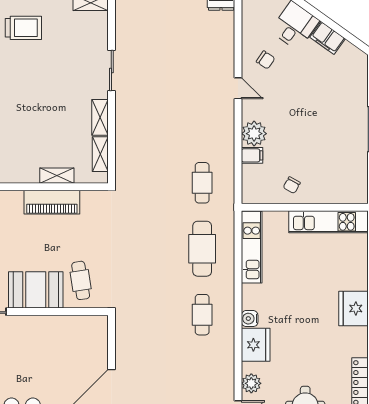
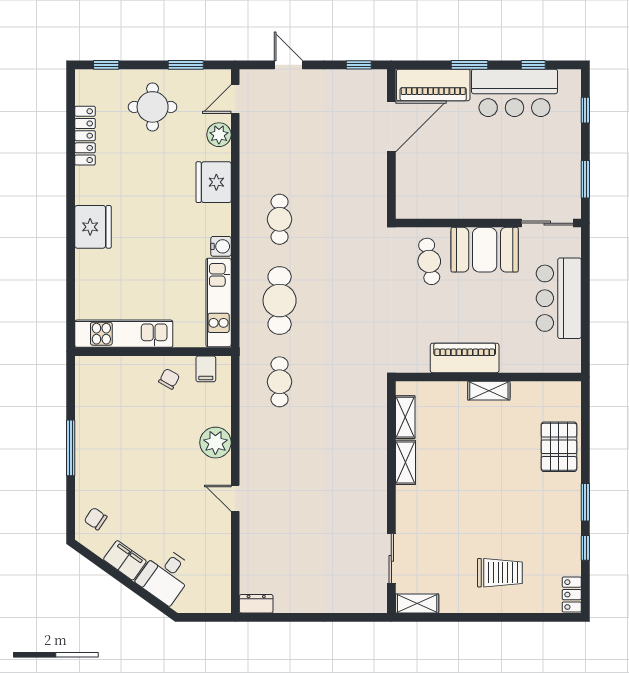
trolley: (23, 28) -> (500, 573), turned 180
chair: (266, 60) -> (96, 519), moved
sliding door: (111, 70) -> (391, 558), moved
filing cabinet: (252, 155) -> (206, 369), moved, turned -90
shelving: (57, 176) -> (489, 391), moved
water cooler: (250, 319) -> (221, 246), moved

